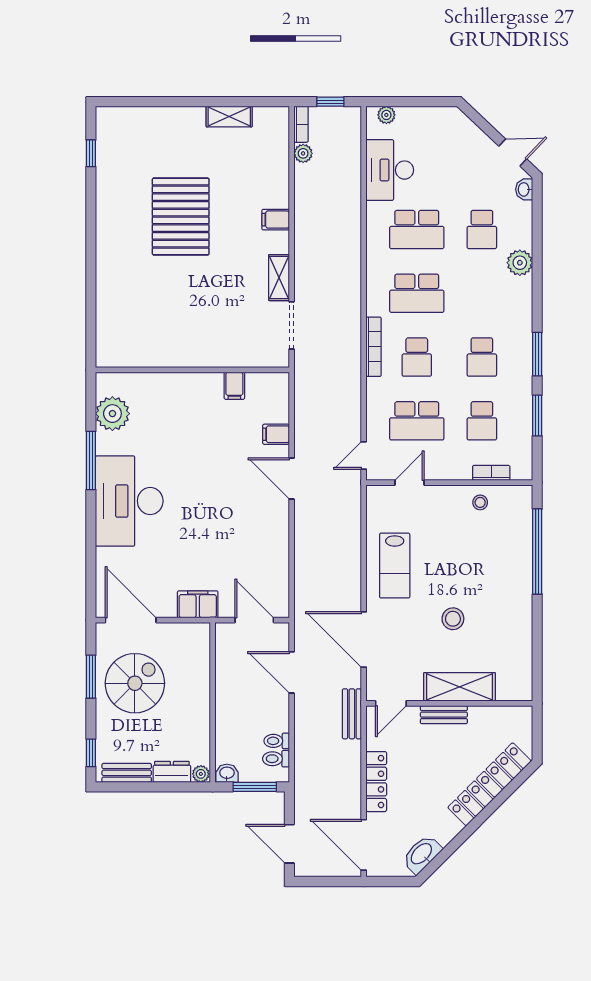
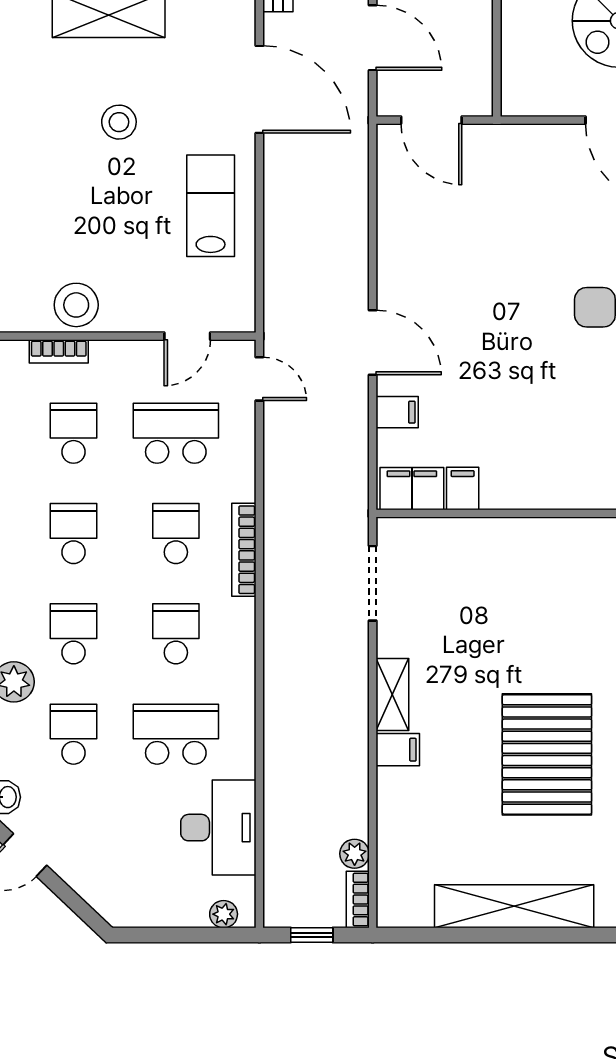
shelving: (229, 117) -> (514, 906), width x2.20, depth x1.33
shelving: (279, 278) -> (392, 695), moved
school desk: (417, 293) -> (176, 634), width x0.54
school desk: (482, 293) -> (73, 634), added
door: (364, 455) -> (259, 379), hinge flipped
stool: (480, 502) -> (76, 305), width x1.89, depth x1.89
filing cabinet: (198, 604) -> (412, 489), moved, turned 180

